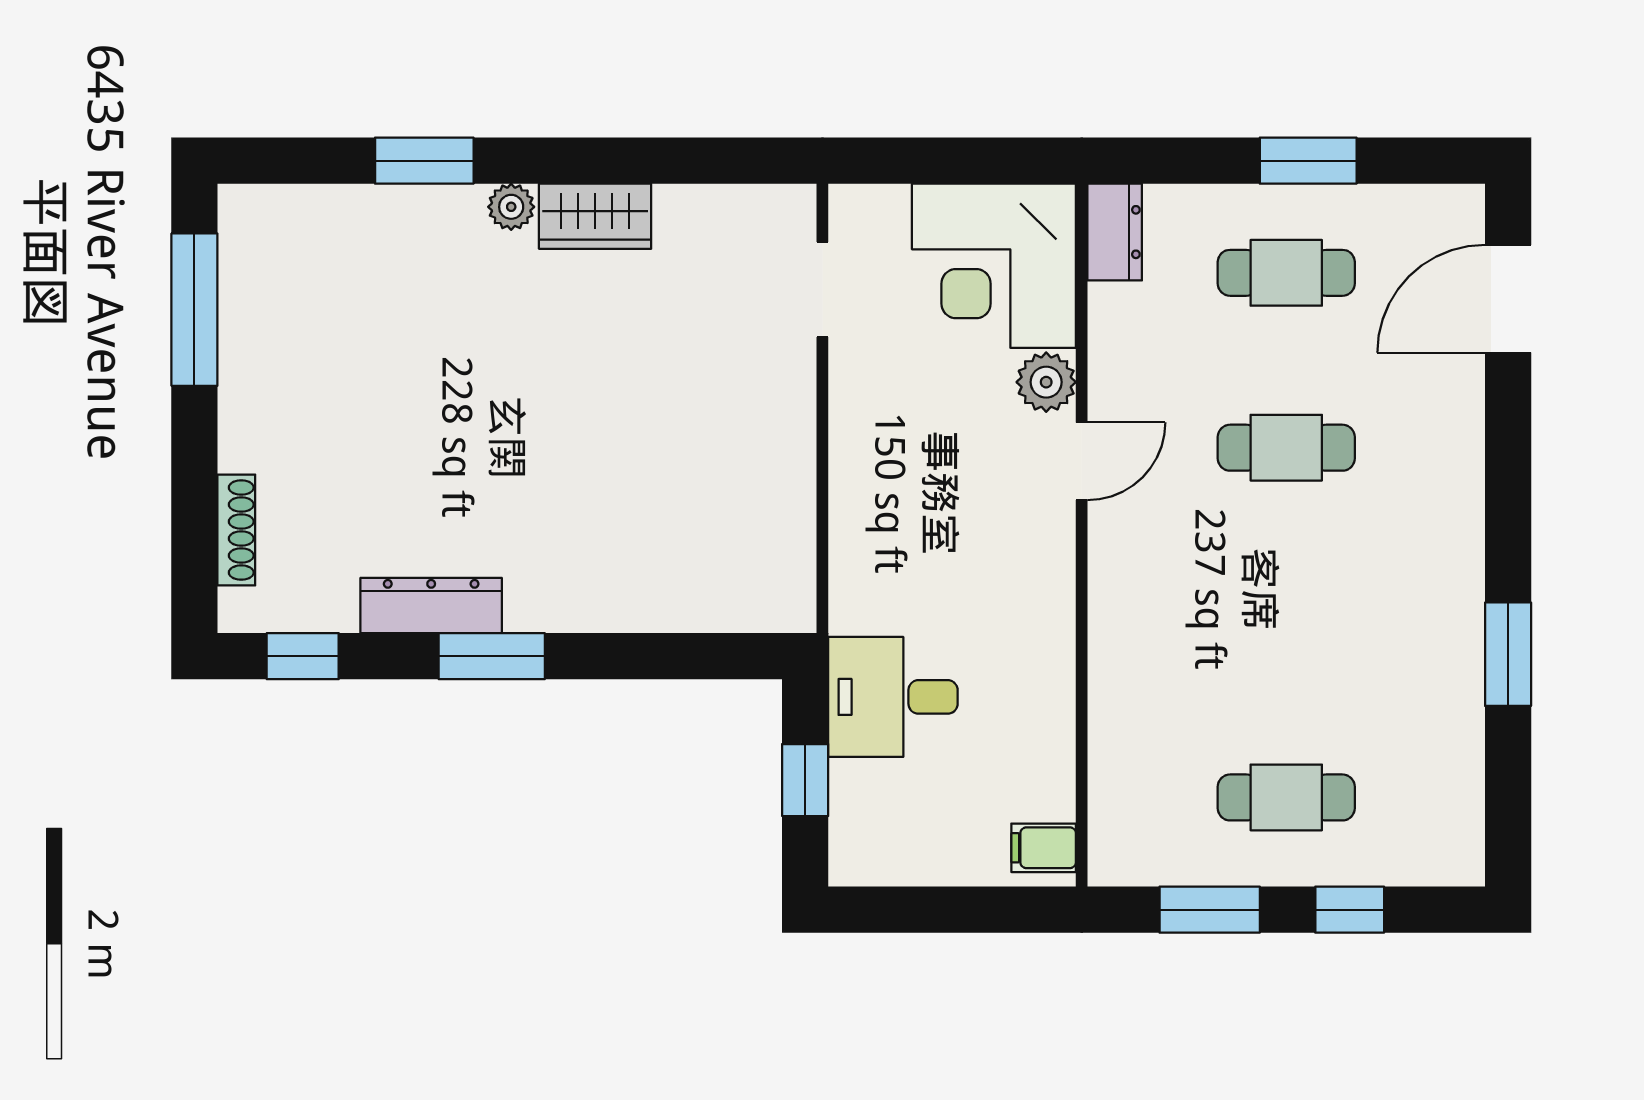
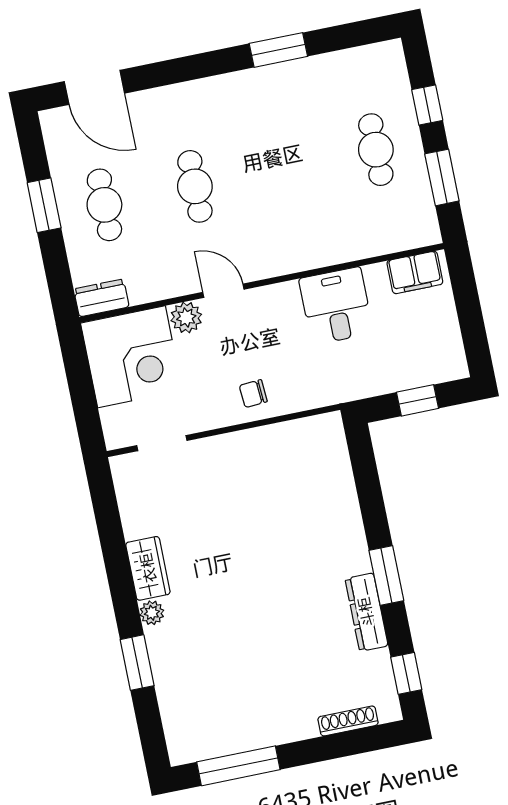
chair: (880, 478) -> (253, 394), added
desk: (893, 697) -> (336, 306), moved, turned 180
filing cabinet: (1044, 848) -> (415, 272), width x2.00

